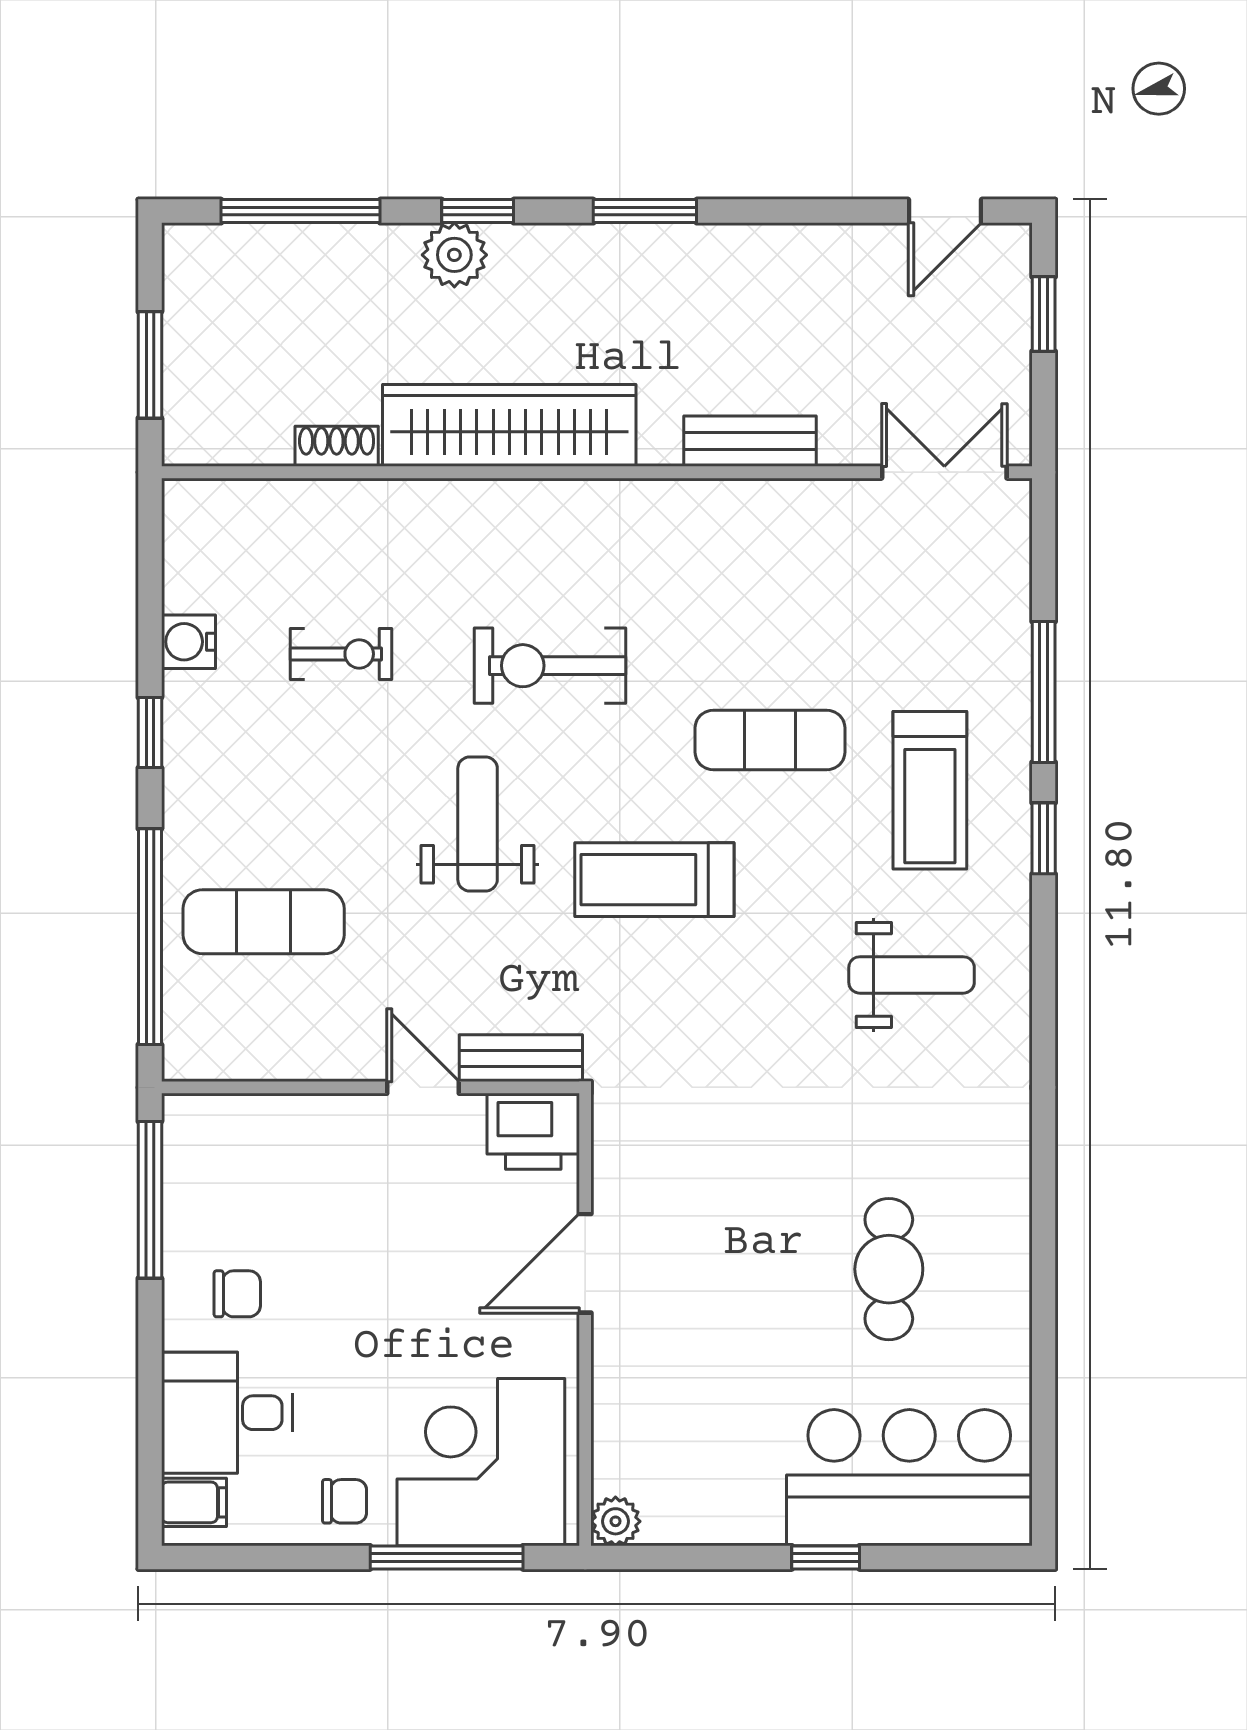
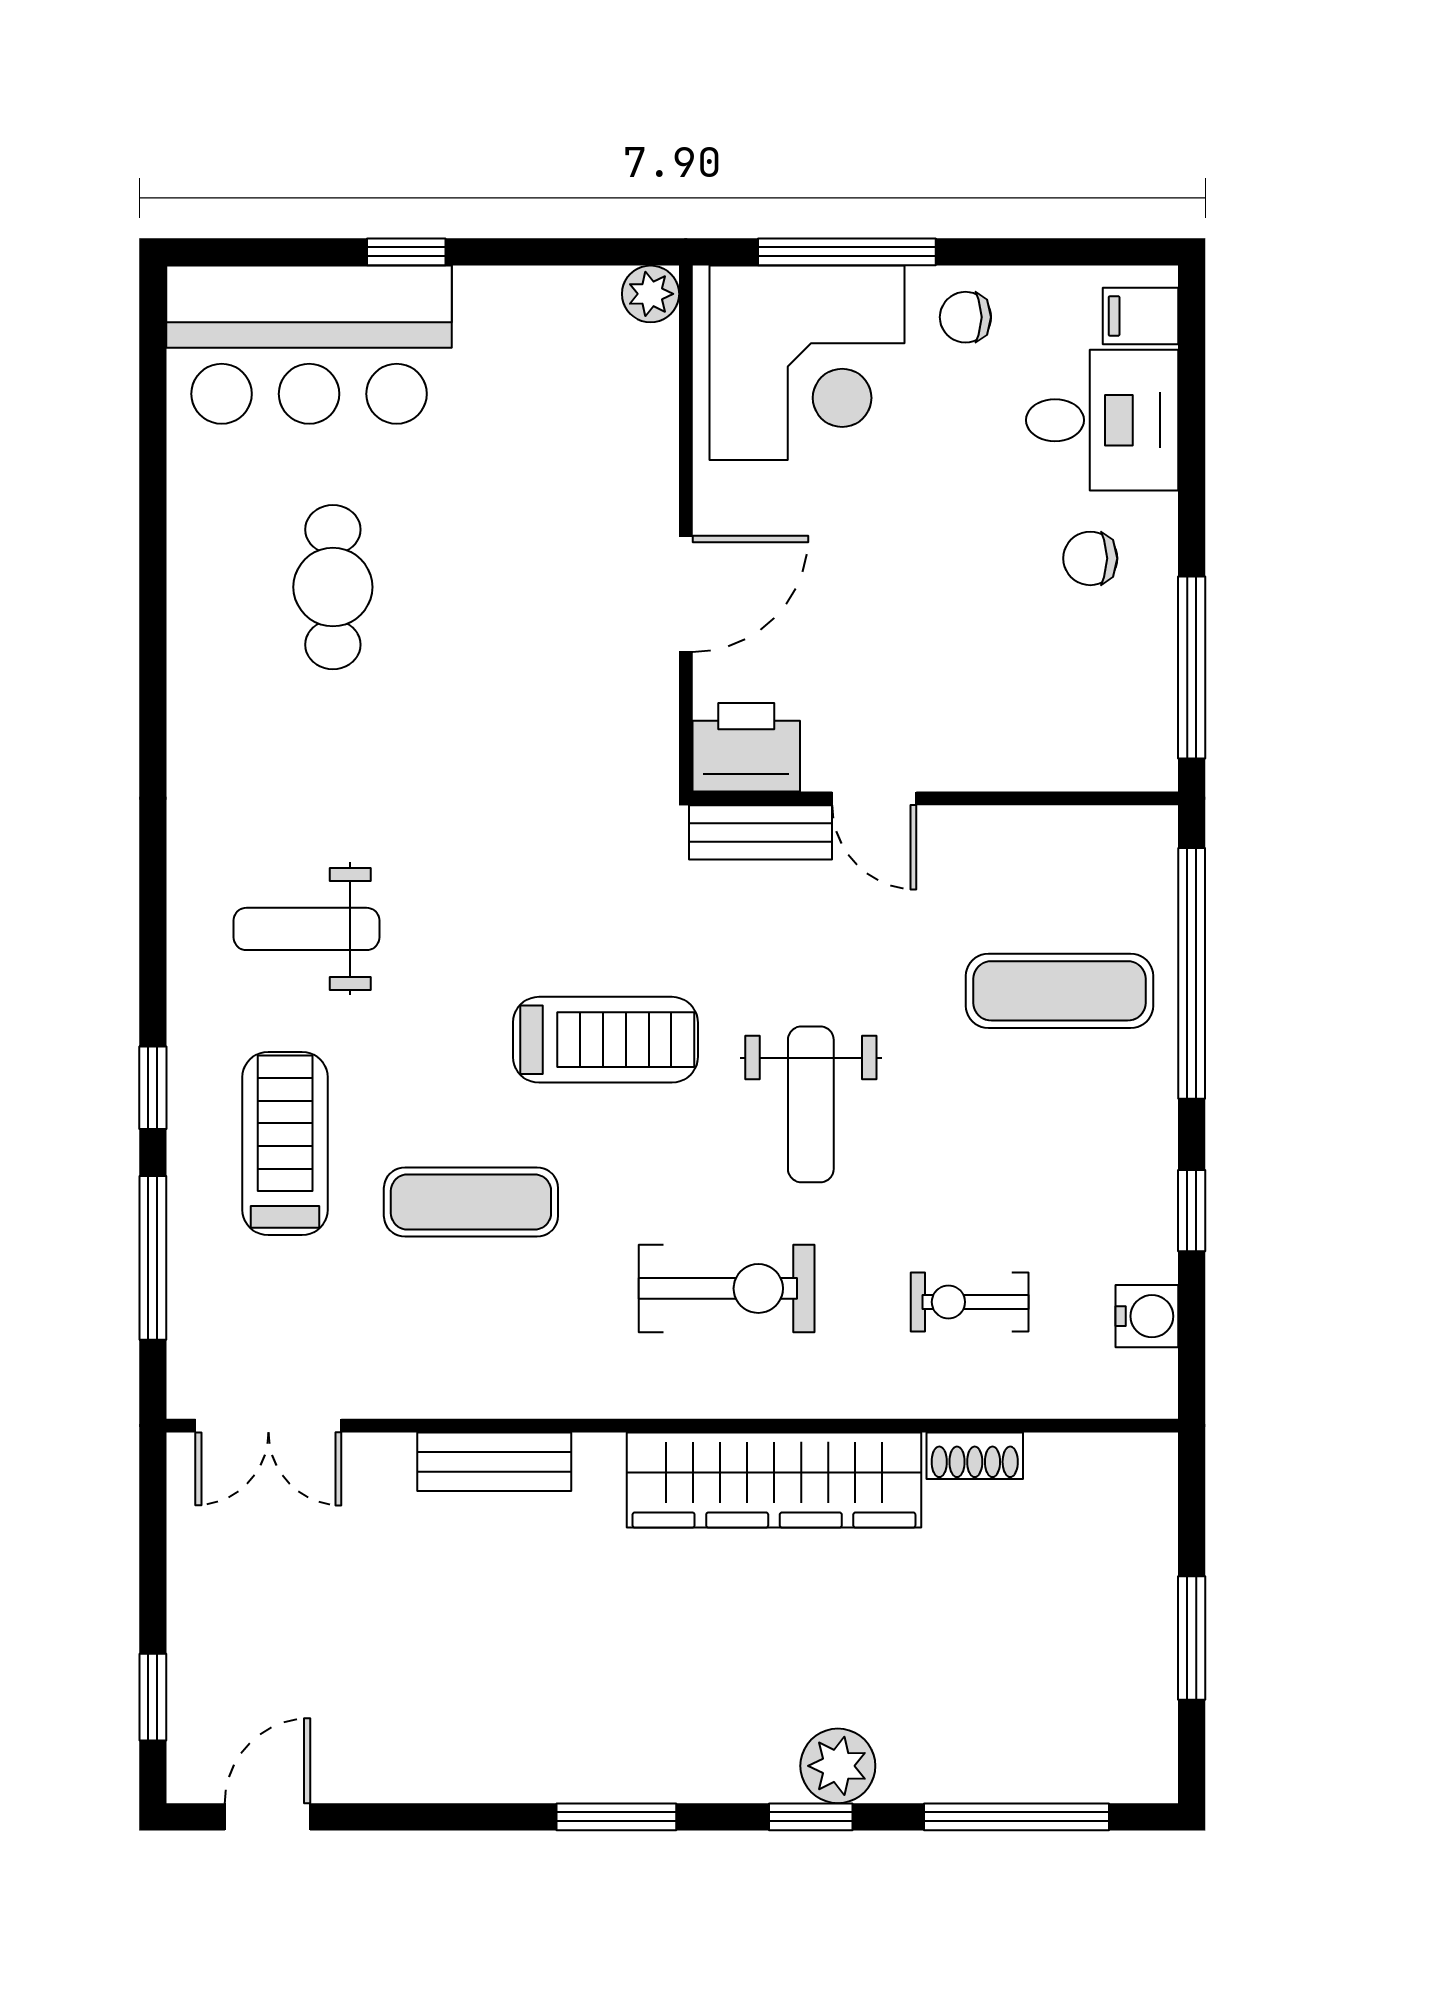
wardrobe: (509, 425) -> (774, 1480), moved
bench: (750, 441) -> (494, 1462), moved
shoe rack: (337, 446) -> (975, 1456), moved
wall: (597, 472) -> (672, 1426), moved
double door: (944, 472) -> (268, 1426), moved

